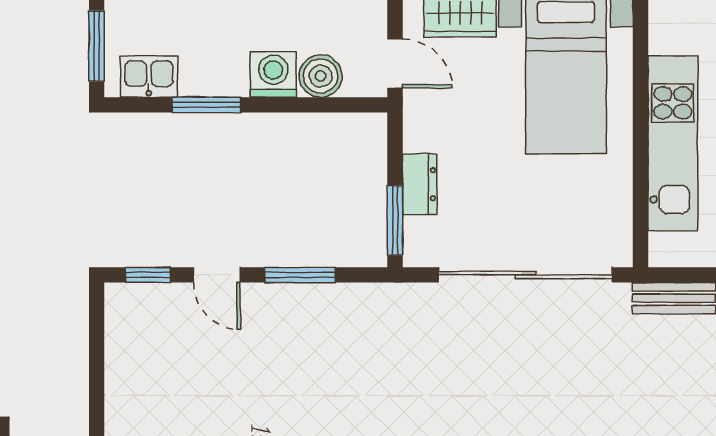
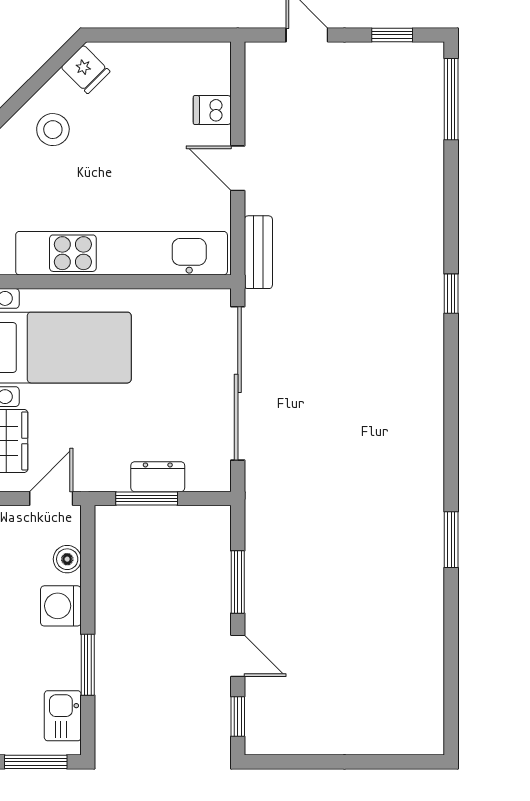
boiler: (321, 76) -> (67, 559), width x0.73, depth x0.73
kitchen unit: (673, 143) -> (122, 253), width x1.36
window: (395, 220) -> (147, 498), moved
door: (217, 275) -> (238, 656), hinge flipped

